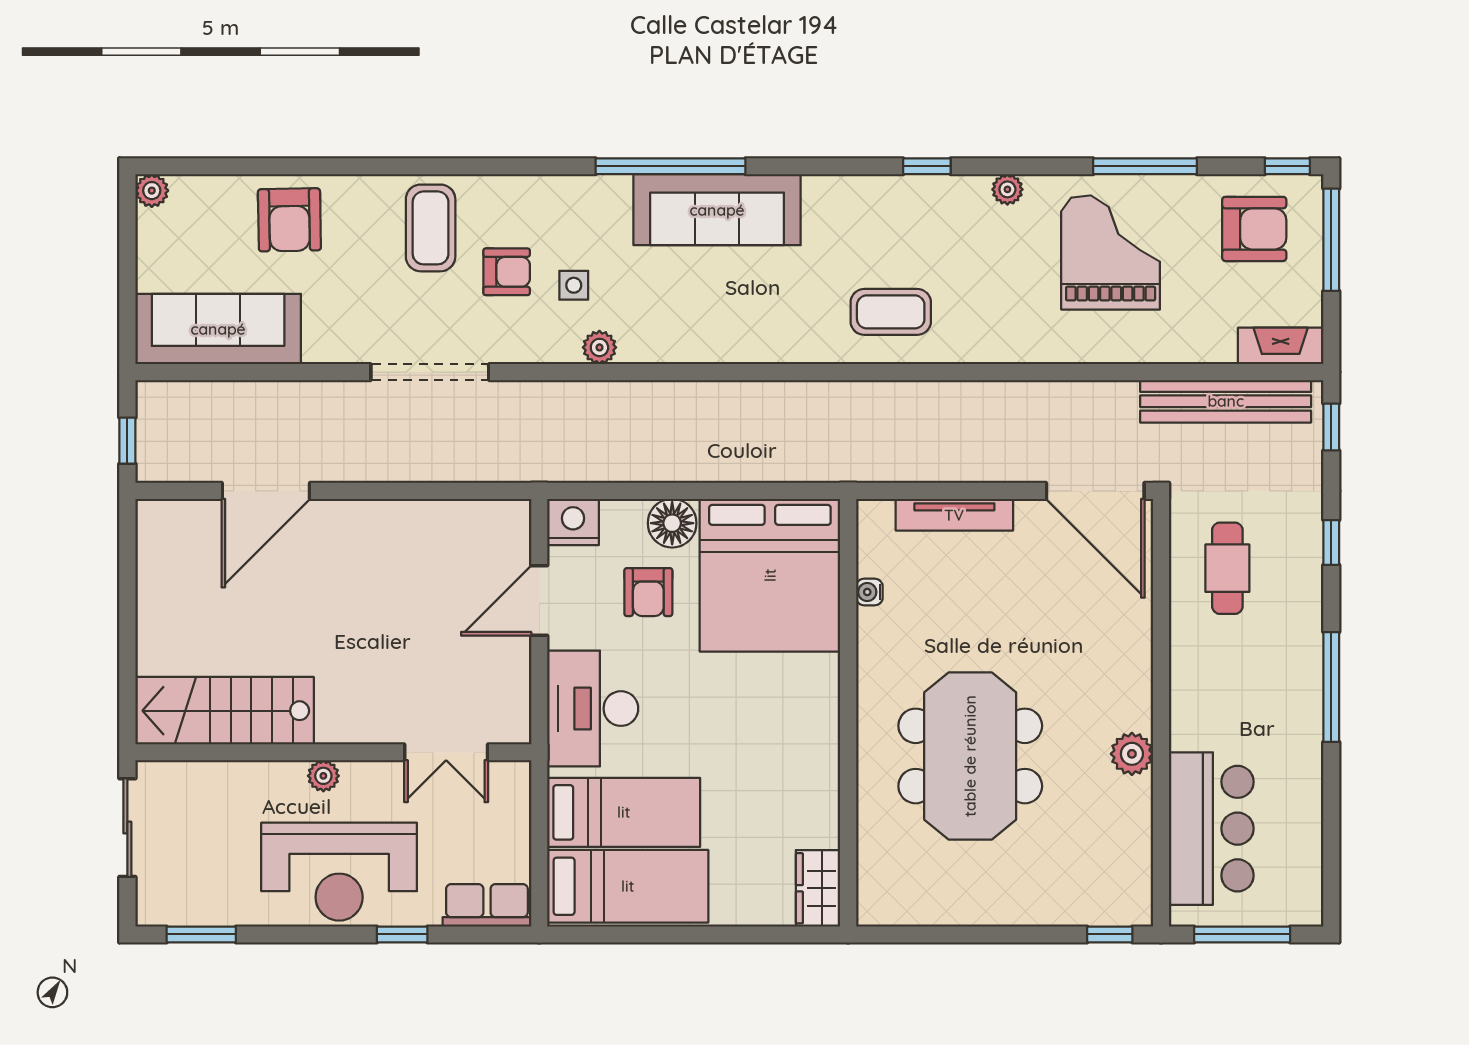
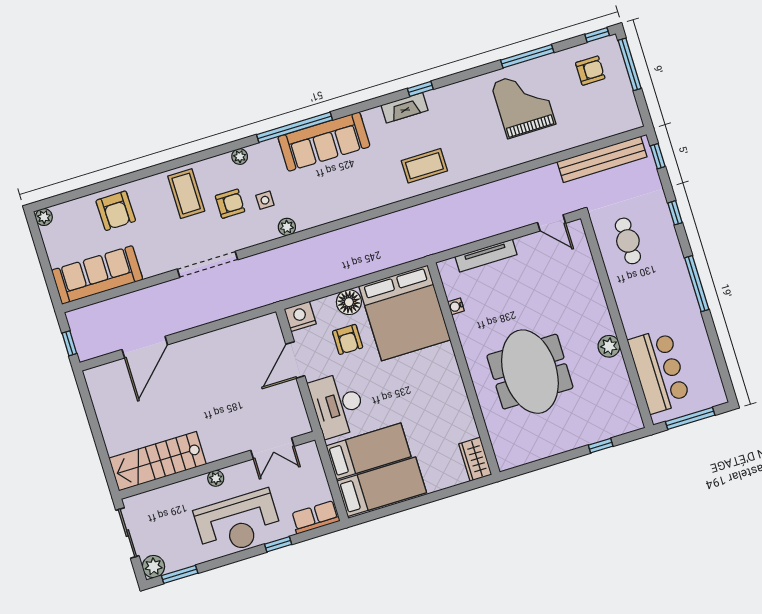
plant: (1007, 189) -> (240, 157), moved
armchair: (1254, 229) -> (590, 71), width x0.72, depth x0.72
fireplace: (1281, 346) -> (404, 108), moved, turned 180
door: (1095, 491) -> (552, 223), width x0.53
plant: (157, 905) -> (153, 567), added
window: (1110, 934) -> (601, 446), moved

